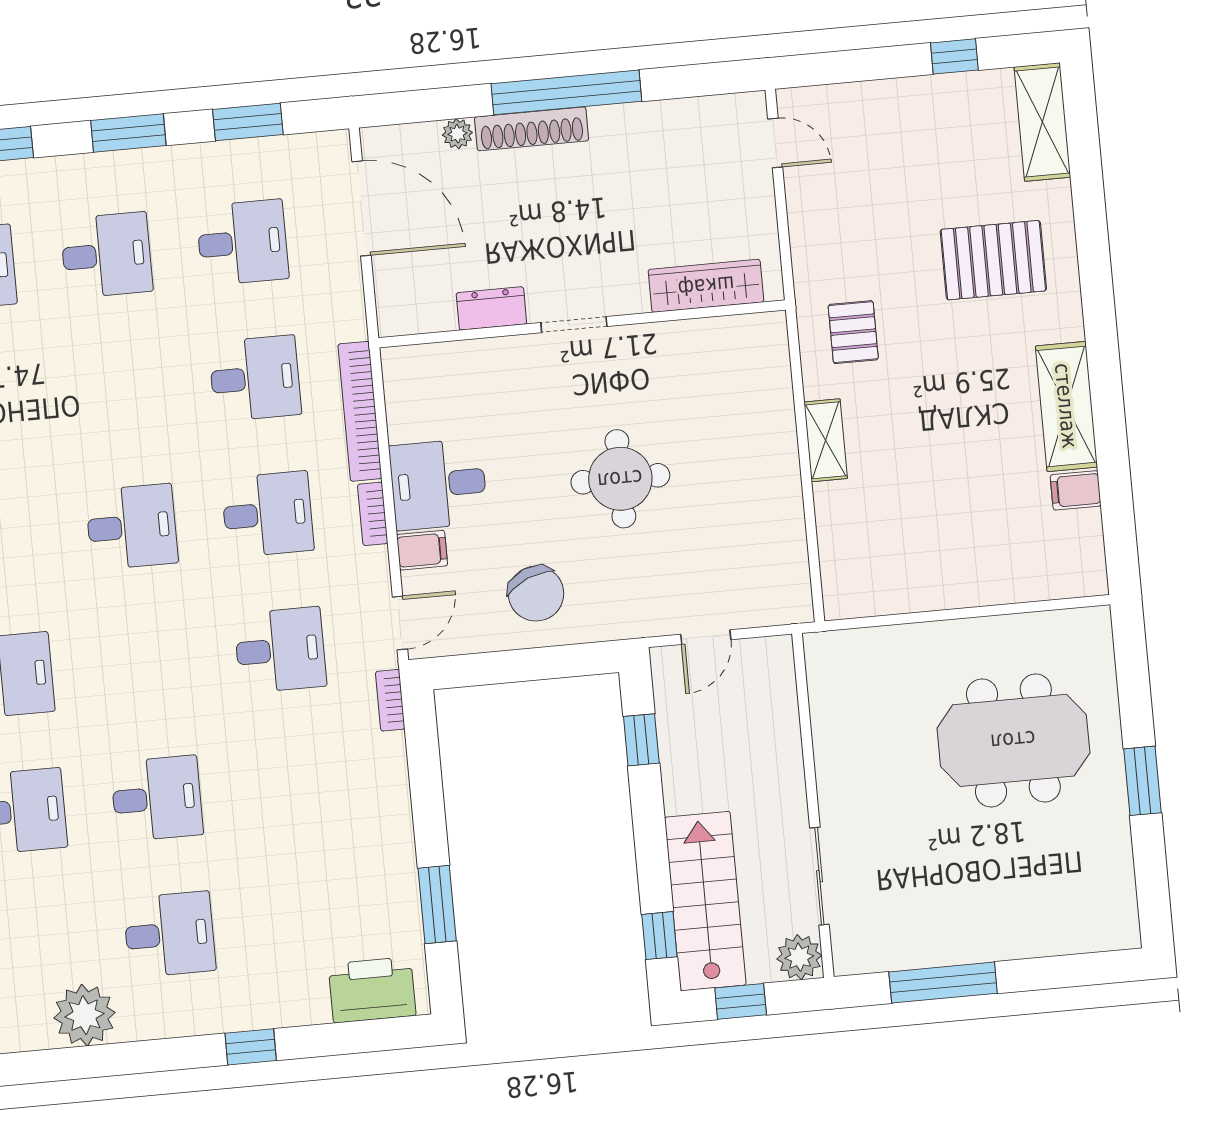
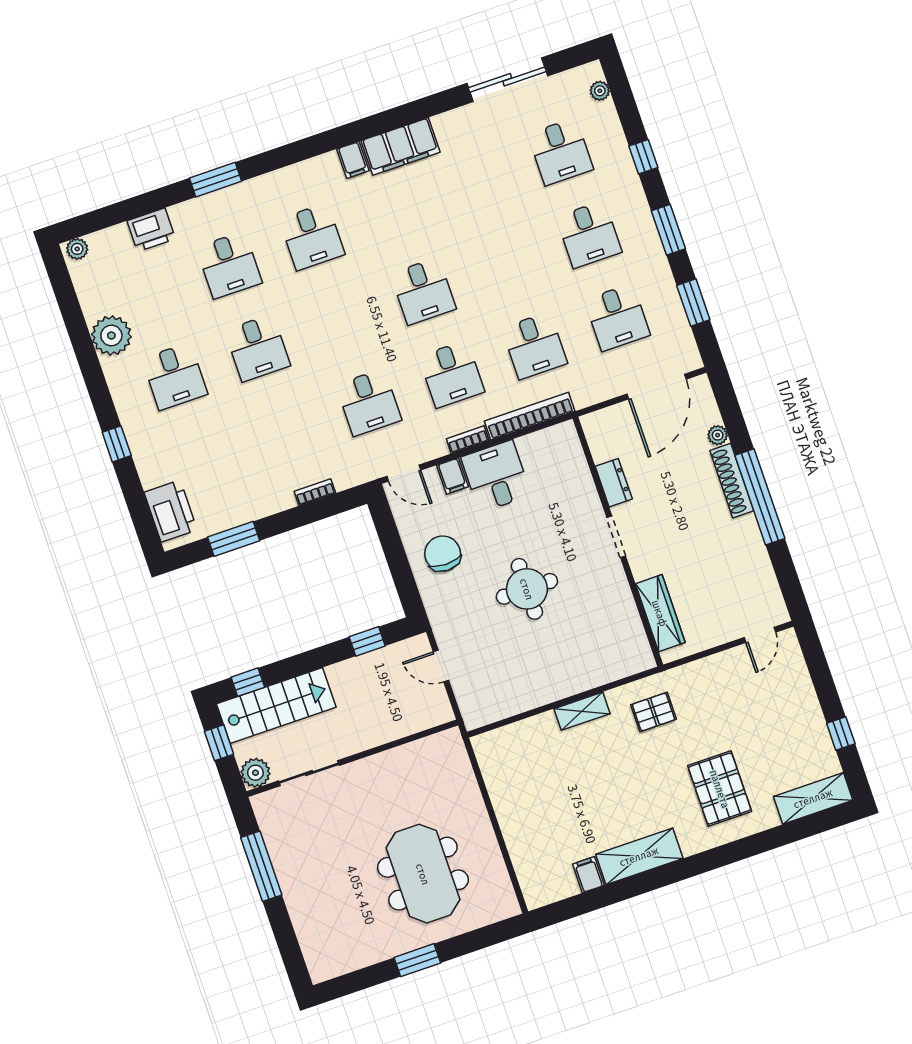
chair: (536, 594) -> (443, 554), turned 113
bookcase: (390, 700) -> (315, 492), moved

